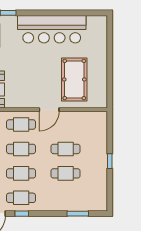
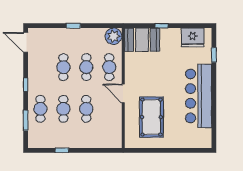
pool table: (74, 79) -> (151, 117), turned 90
window: (110, 161) -> (62, 150), moved
cafe table: (21, 198) -> (40, 109), moved
window: (22, 214) -> (26, 85), moved

